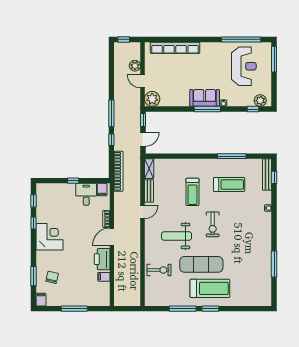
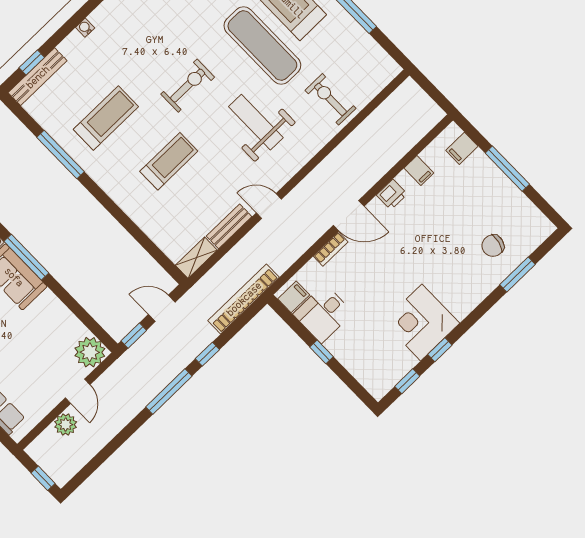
treadmill: (229, 185) -> (106, 118), turned 90
weight bench: (177, 236) -> (256, 122), turned 180
corner desk: (49, 237) -> (421, 322), moved
printer: (102, 259) -> (392, 195), width x0.53, depth x0.68
filing cabinet: (41, 300) -> (462, 148), moved

